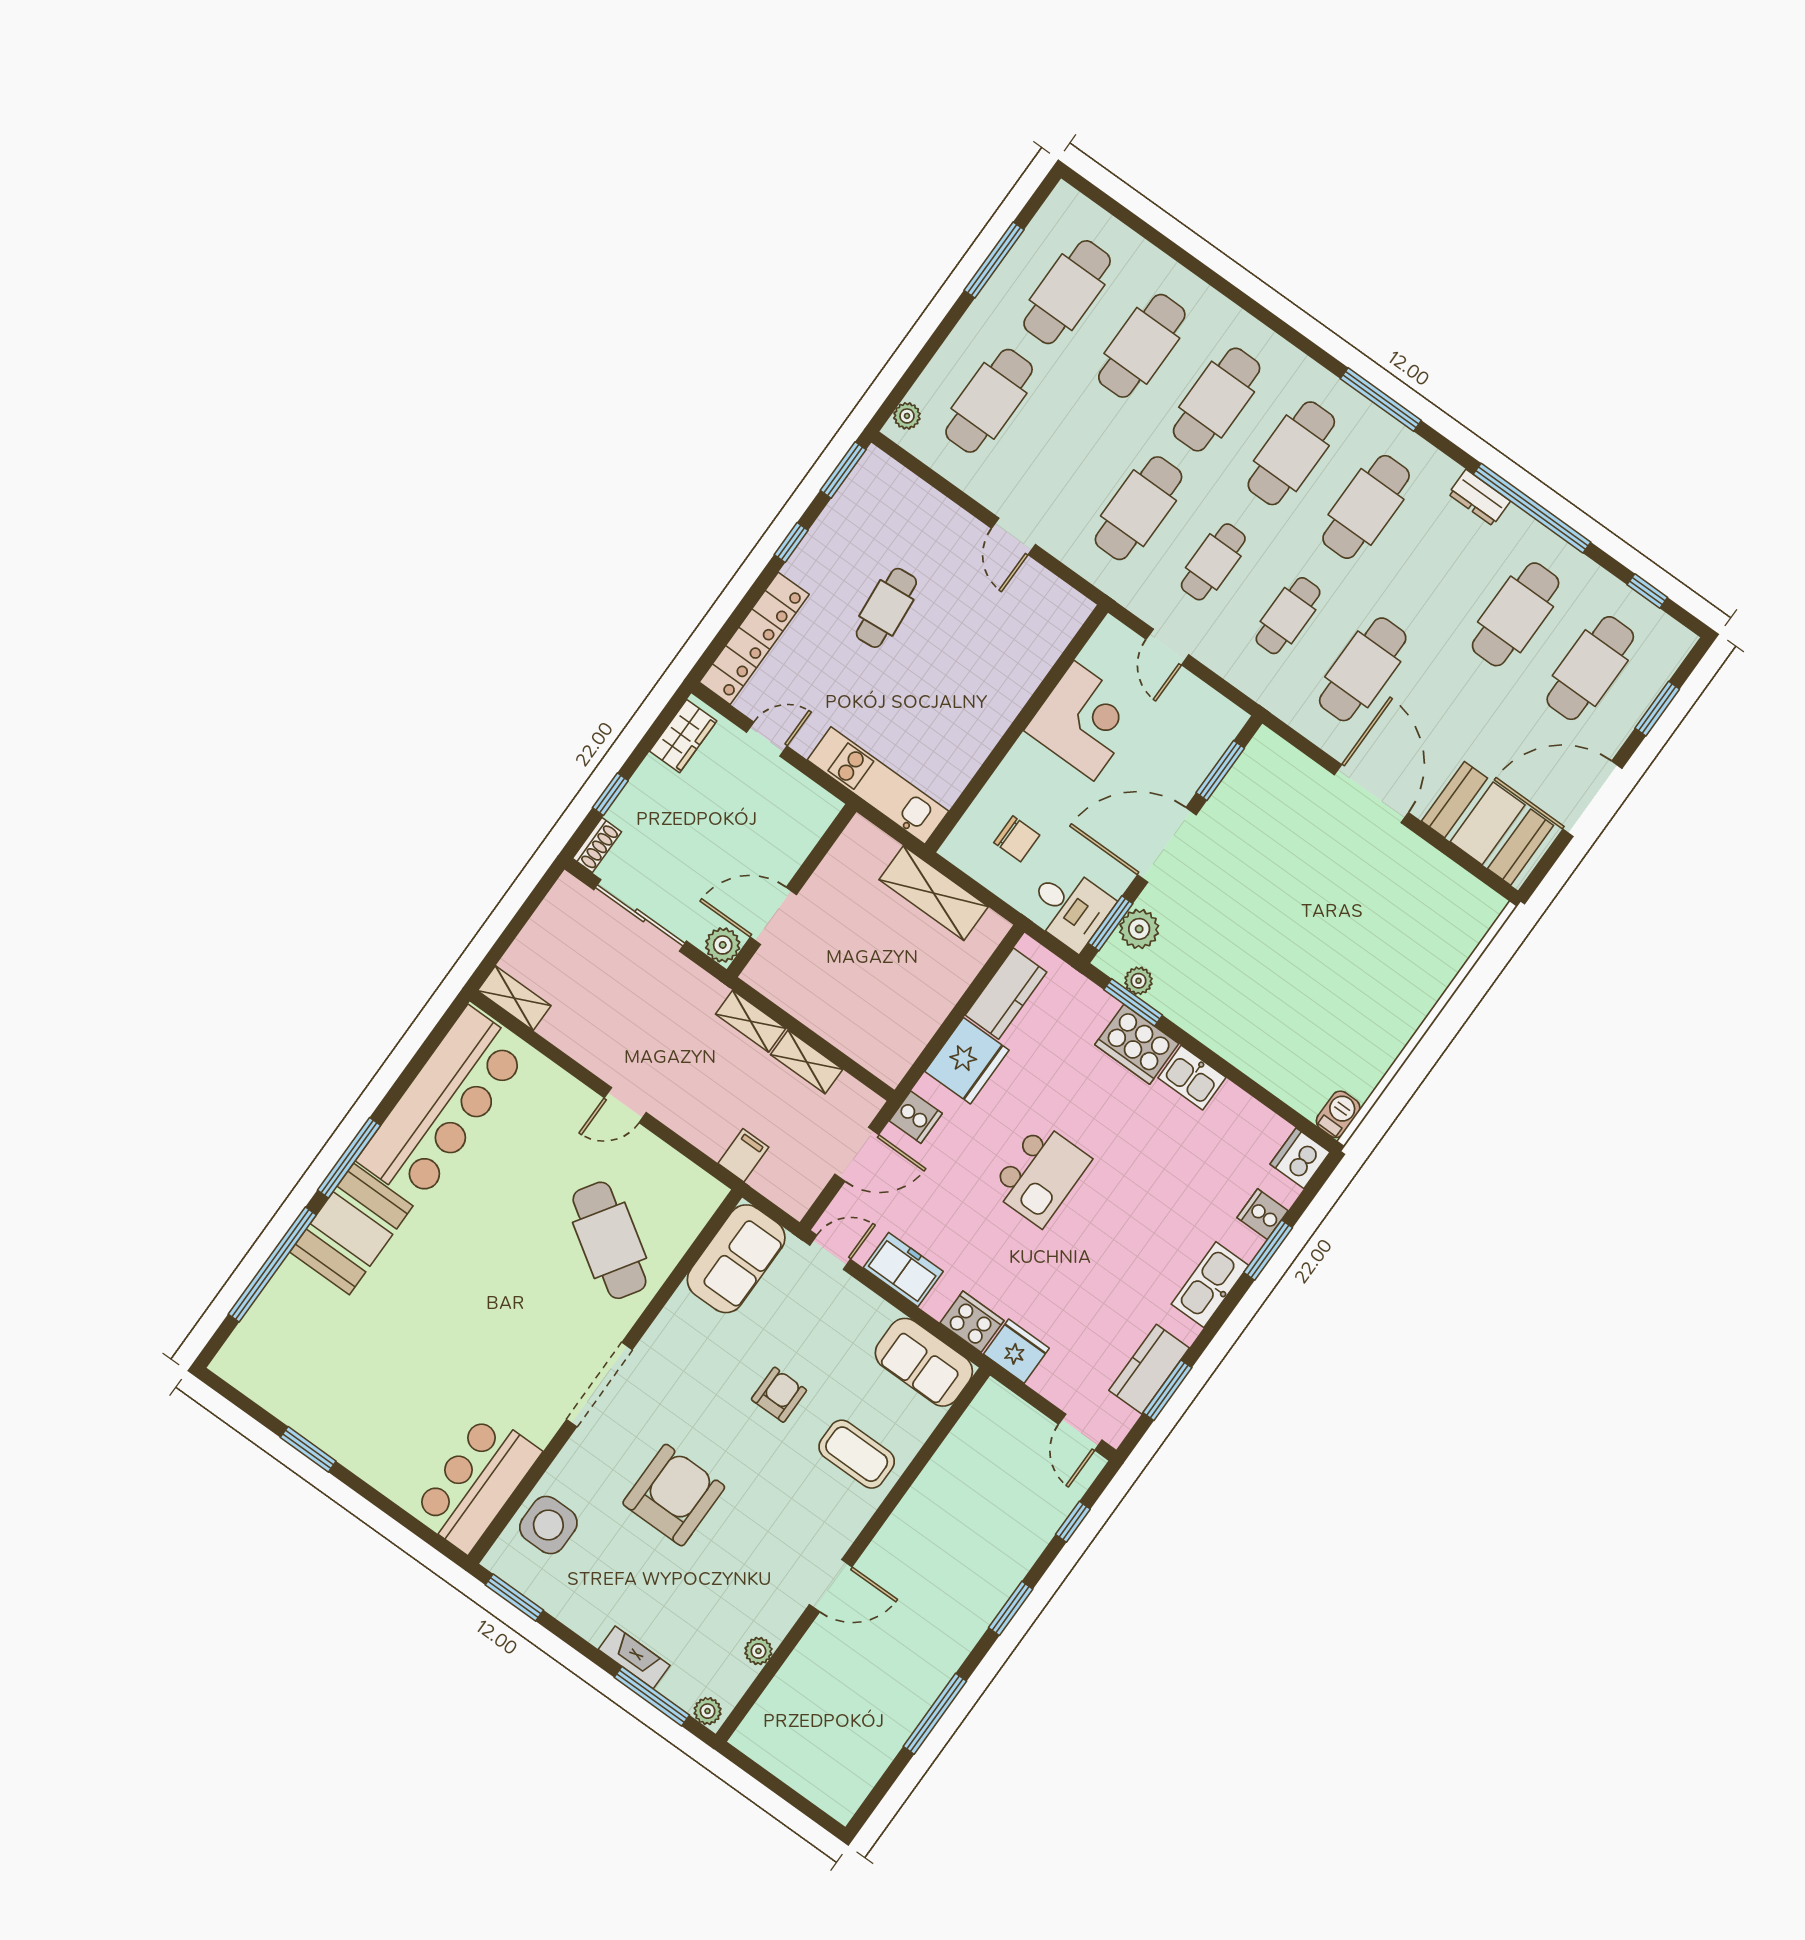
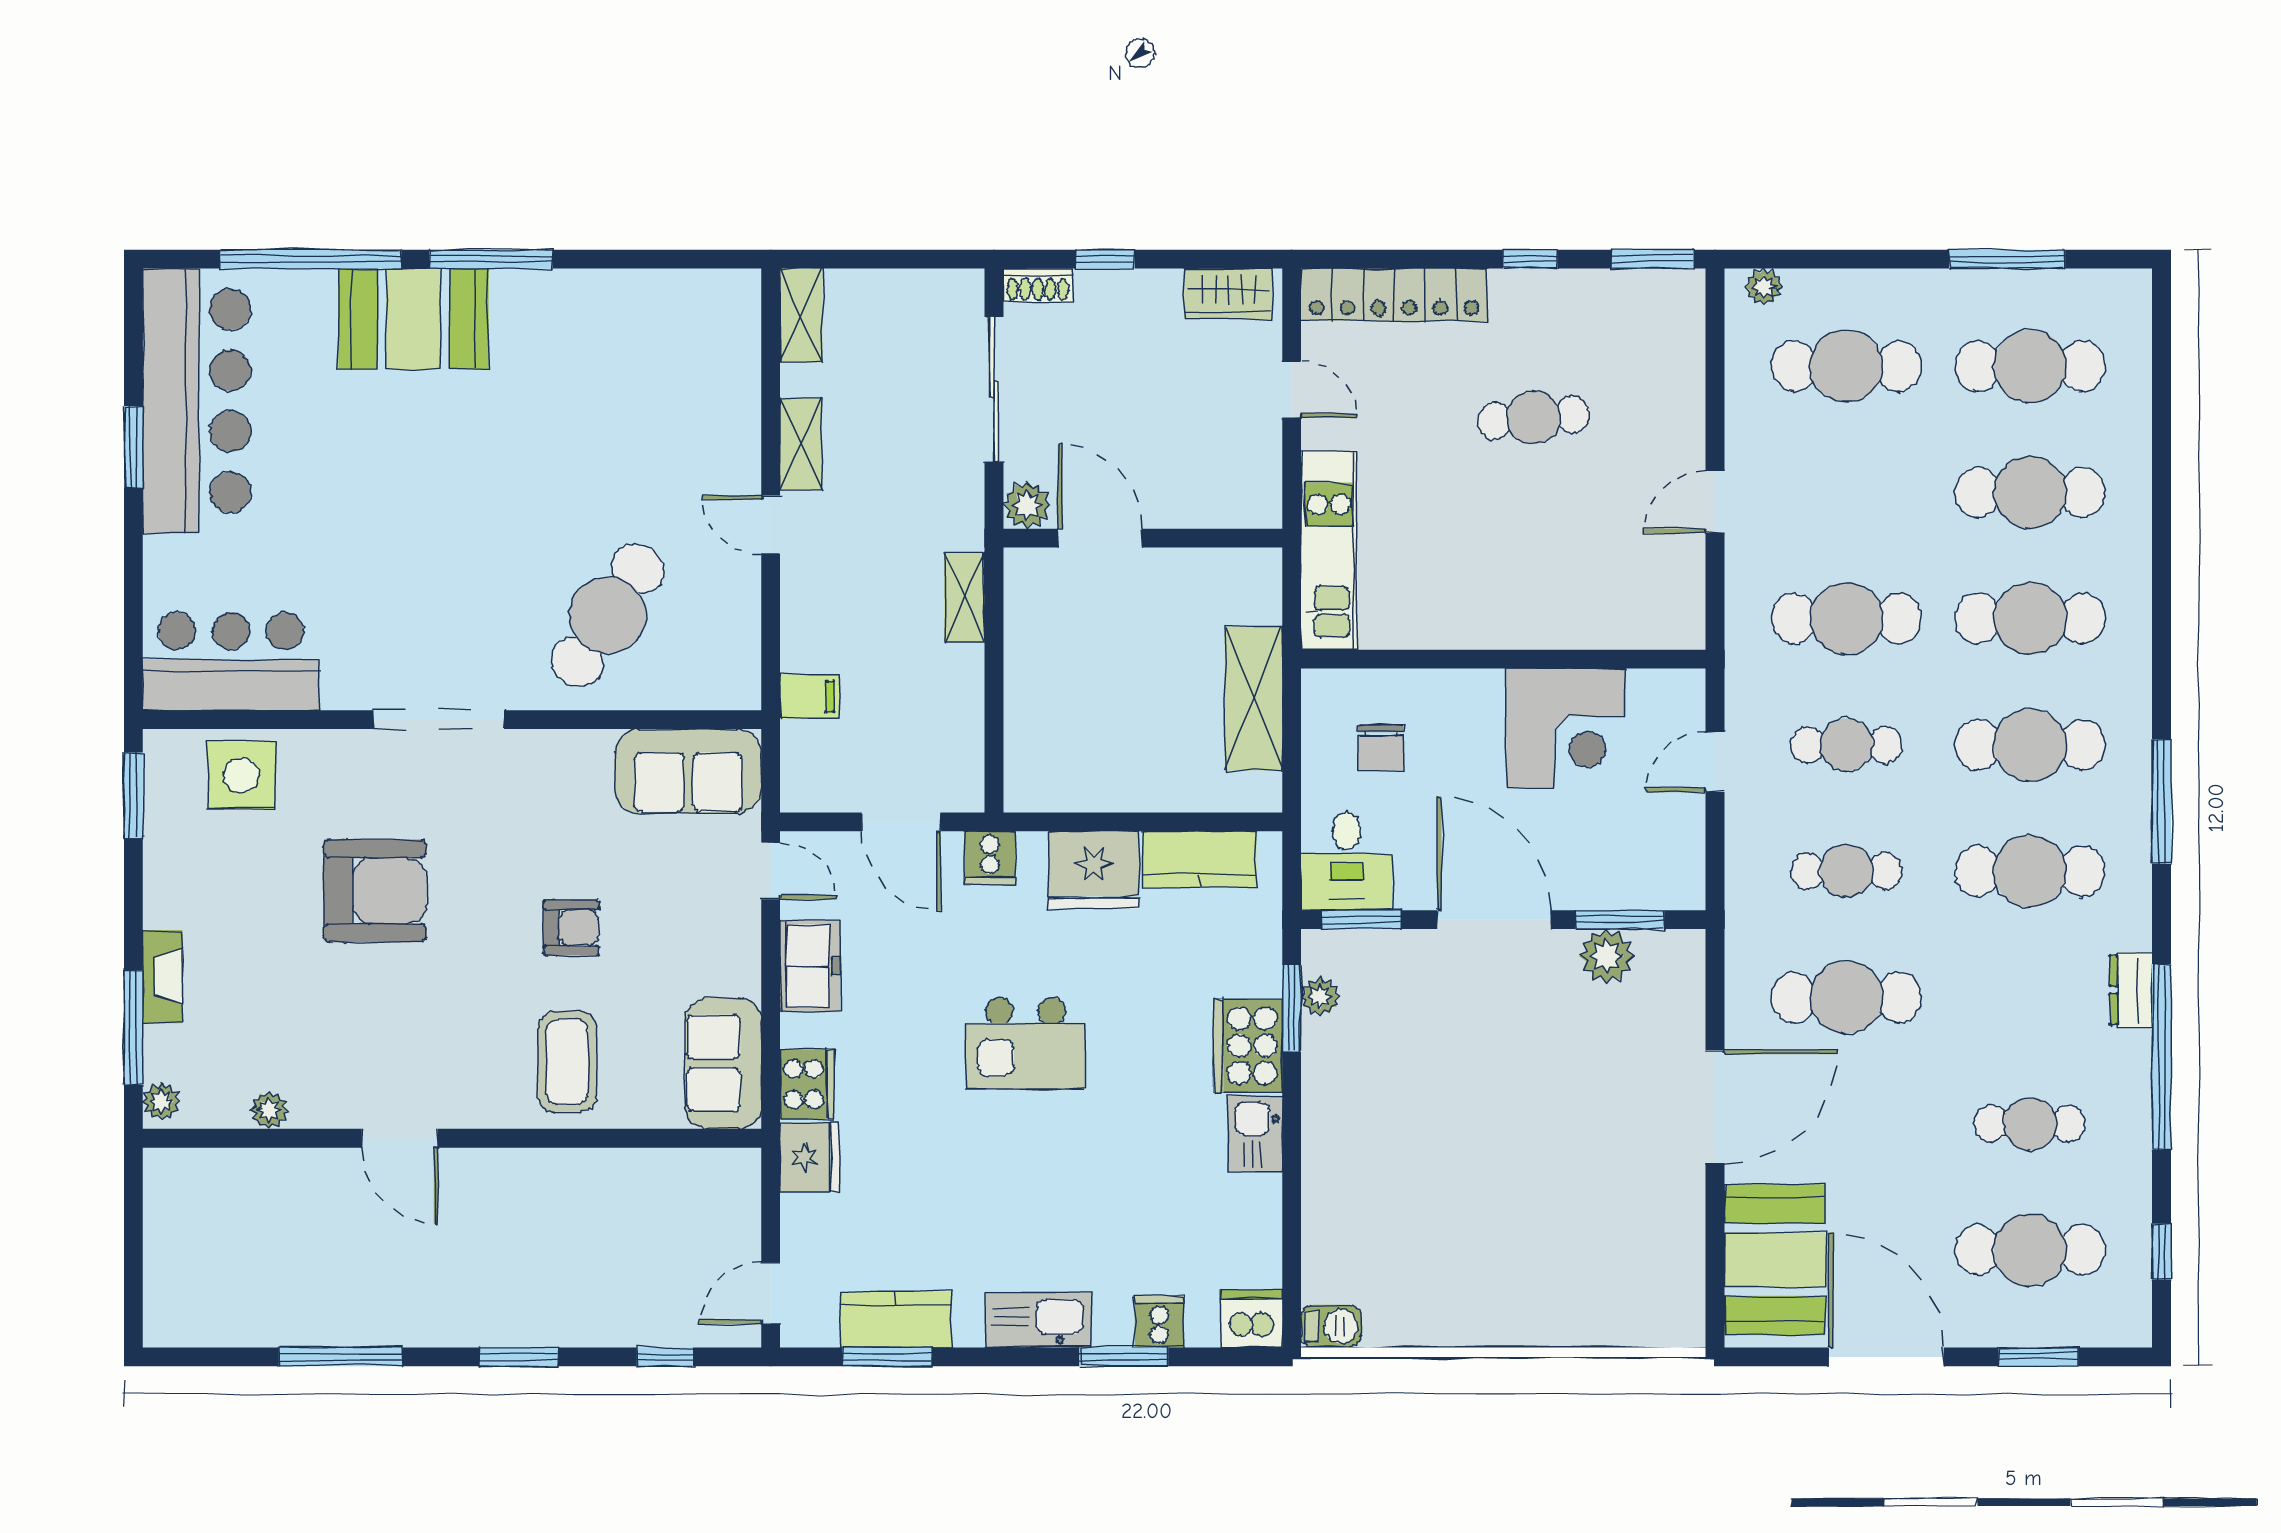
cafe table: (1516, 614) -> (2030, 1124), width x0.73, depth x0.74
plant: (1139, 929) -> (1606, 956), moved
shelving: (807, 1062) -> (801, 444), moved
bar counter: (443, 1105) -> (197, 401), moved, turned -90

